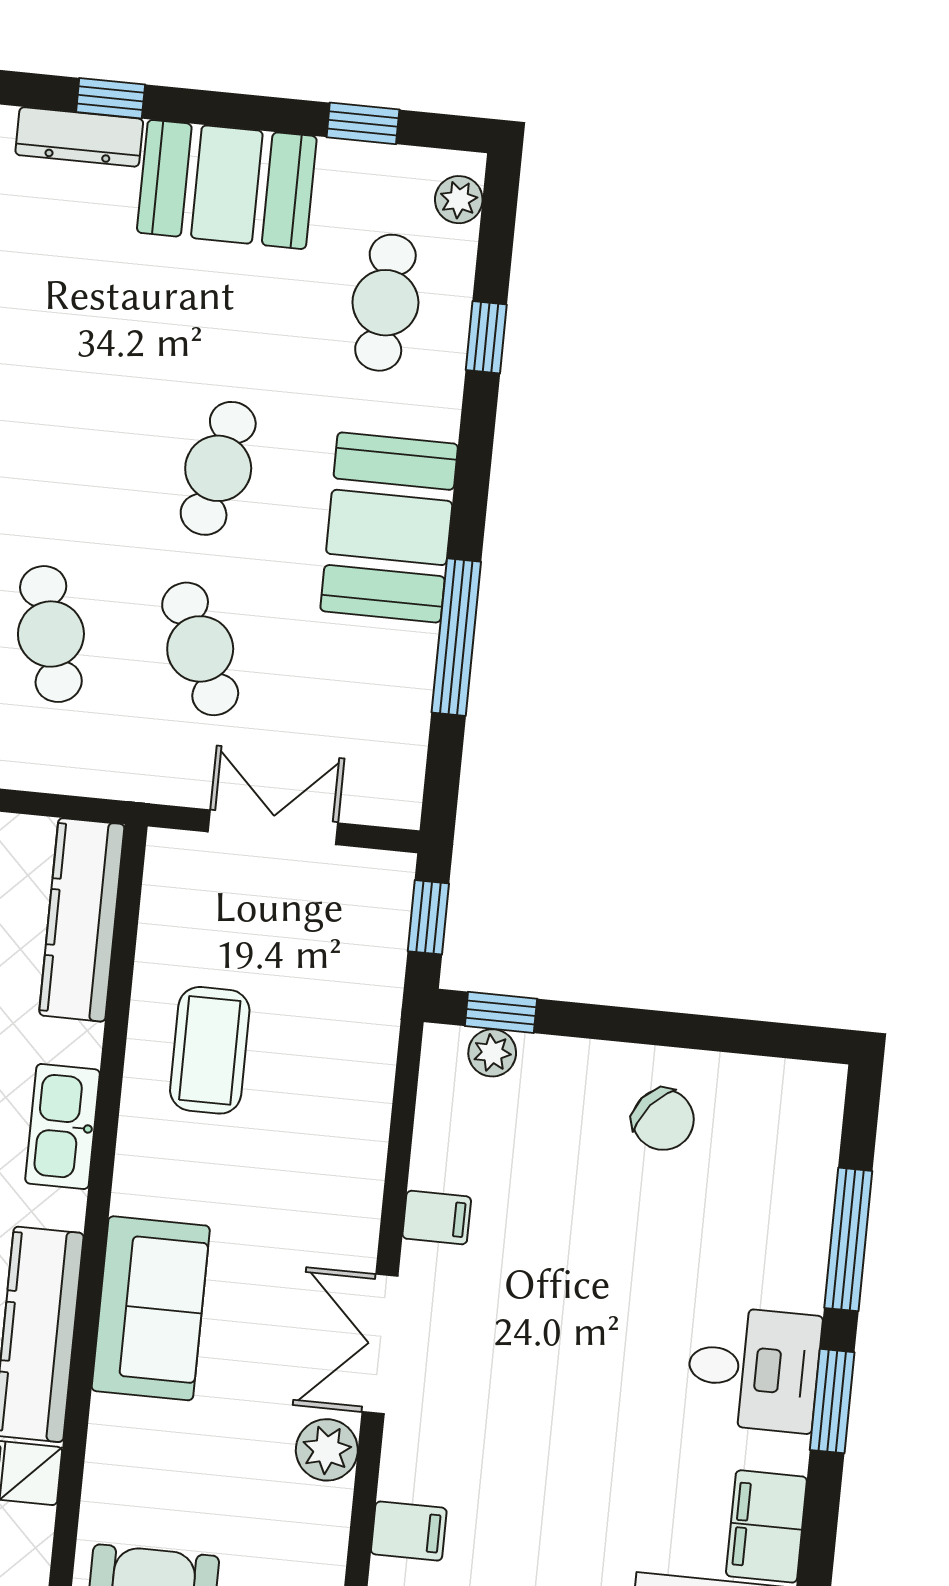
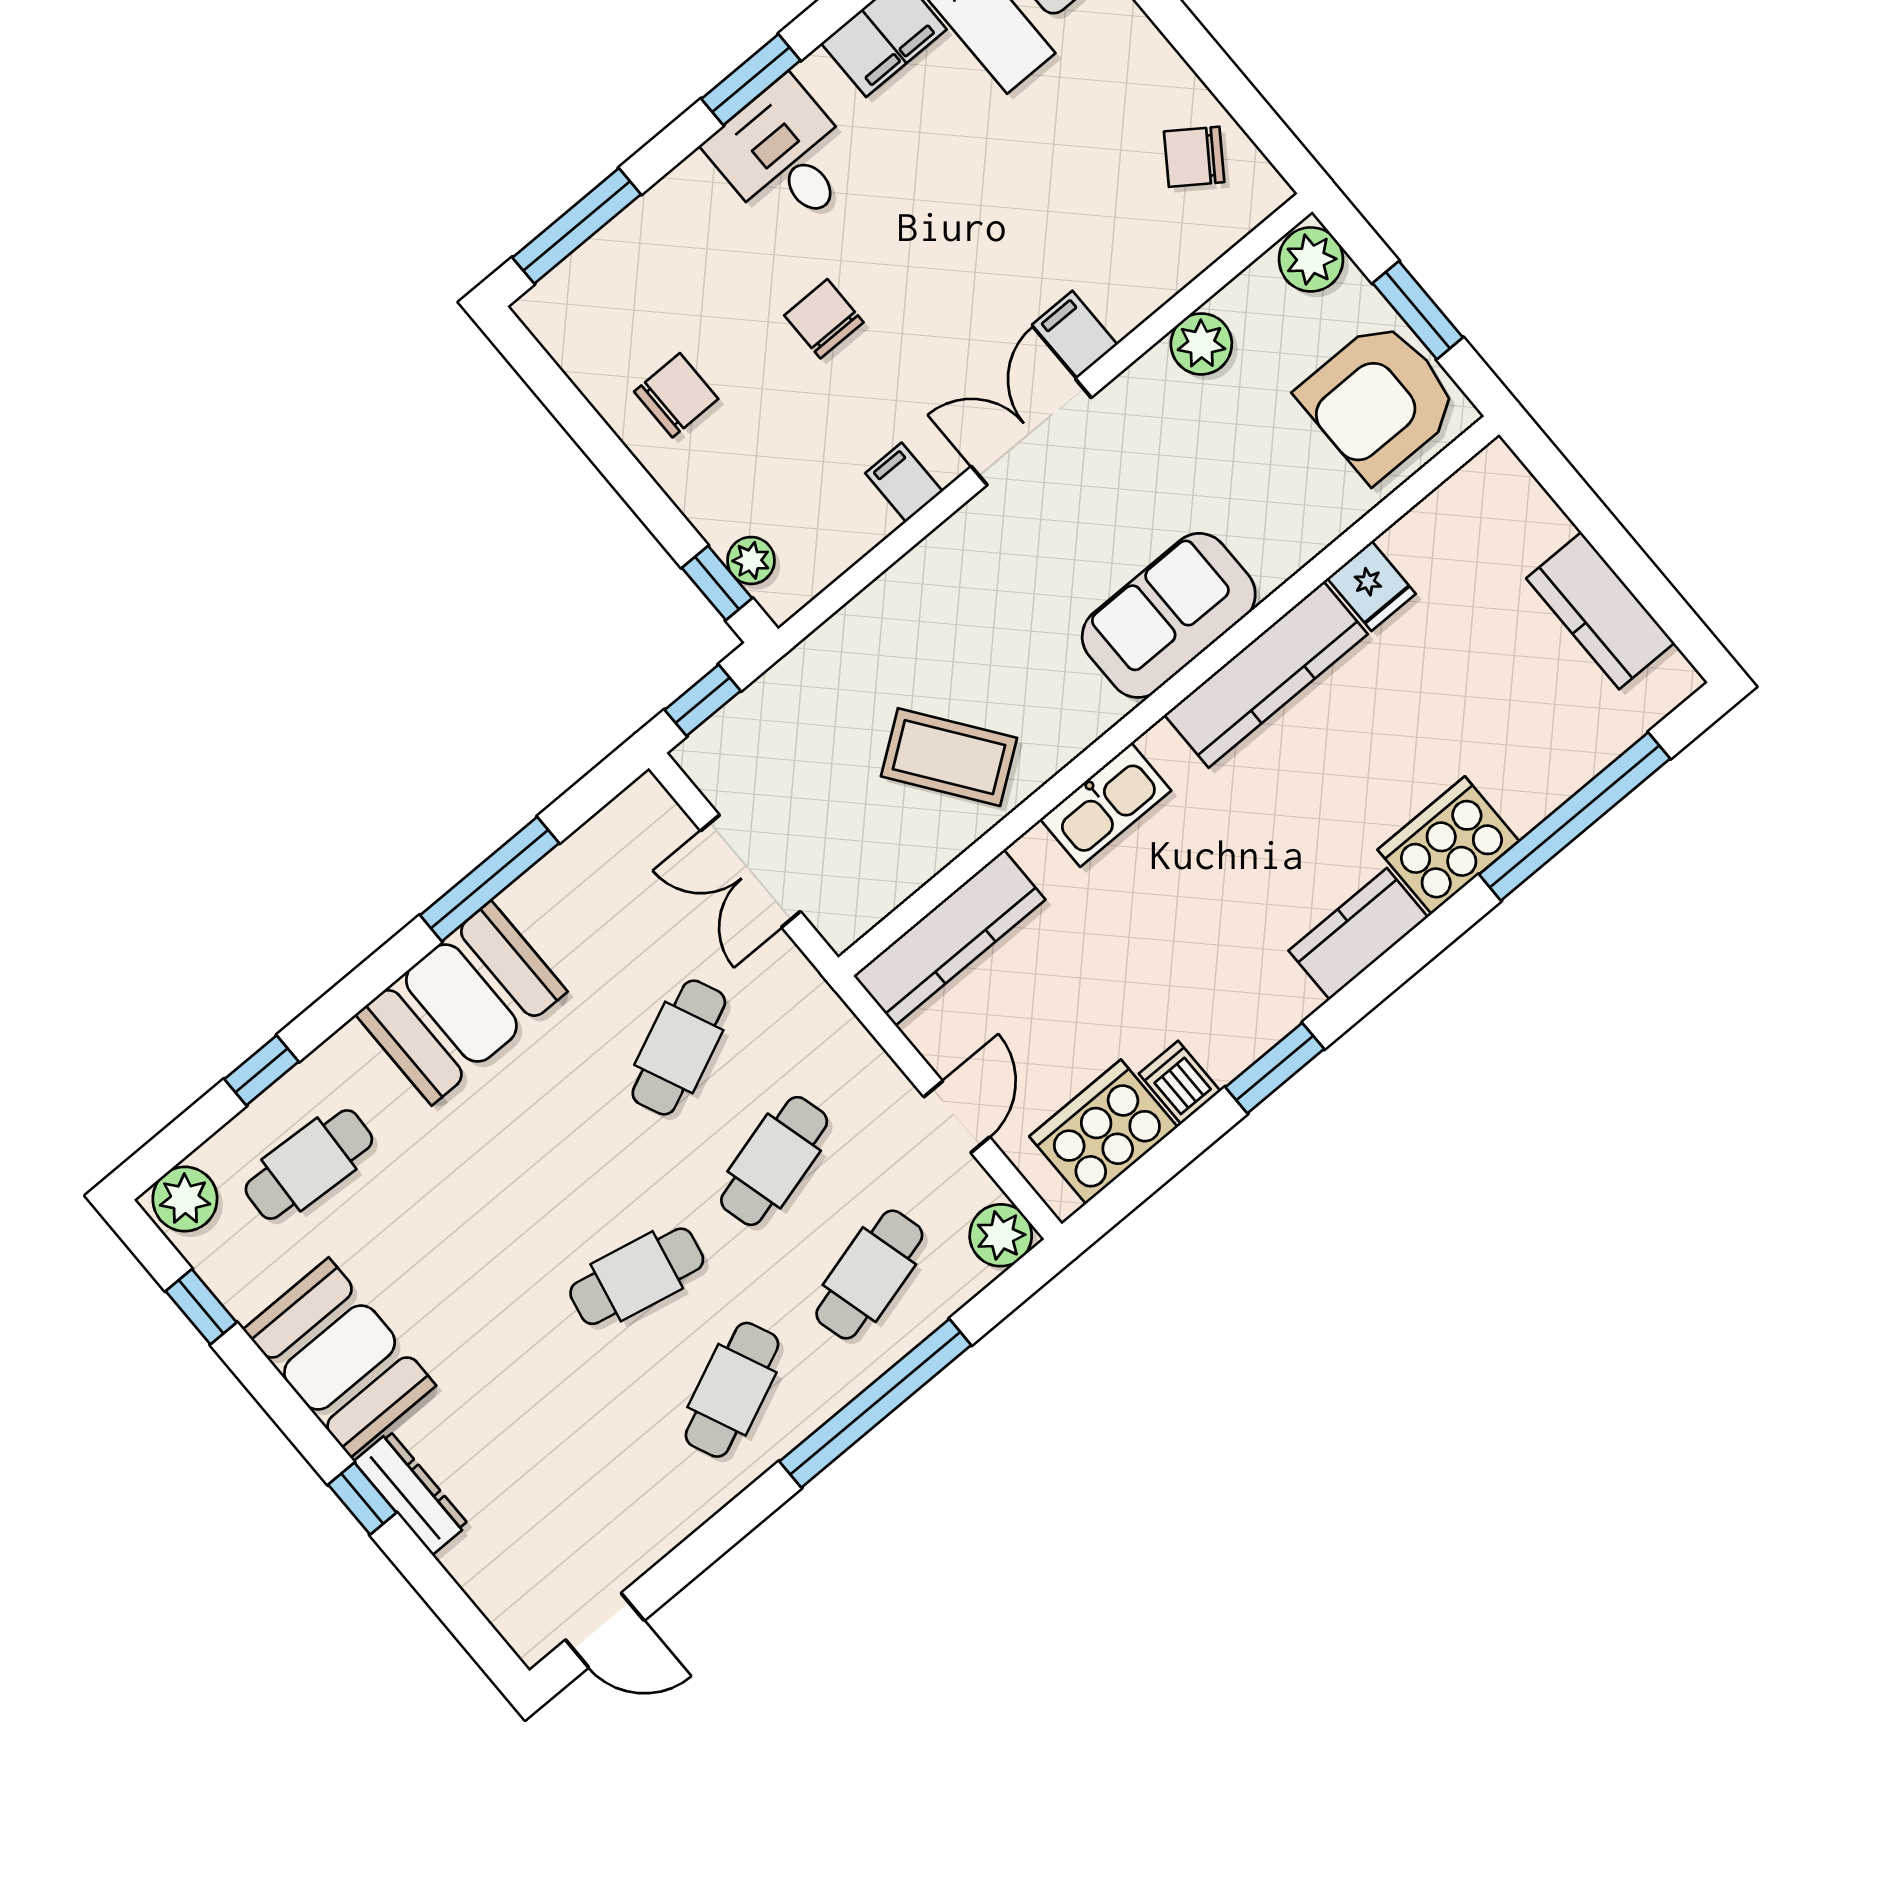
plant: (459, 200) -> (185, 1199), width x1.38, depth x1.38
cafe table: (218, 468) -> (637, 1276), moved
coffee table: (210, 1050) -> (949, 757), turned 54
chair: (663, 1120) -> (676, 395), turned 50
window: (848, 1239) -> (577, 226), moved
chair: (610, 1279) -> (824, 319), added
double door: (380, 1344) -> (1031, 432), swing flipped
plant: (327, 1450) -> (1201, 344), moved
filing cabinet: (409, 1531) -> (1075, 335), moved

